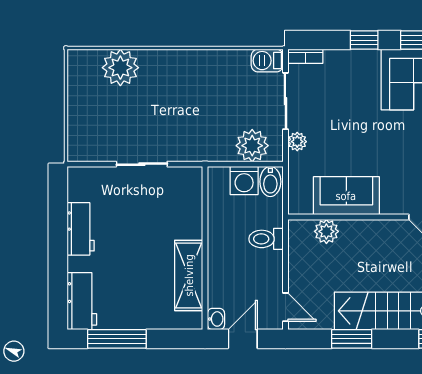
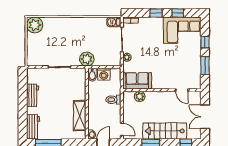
plant: (120, 68) -> (35, 25), moved
plant: (252, 146) -> (87, 59), moved
bidet: (270, 182) -> (92, 75), moved
sofa: (346, 196) -> (137, 81), moved

